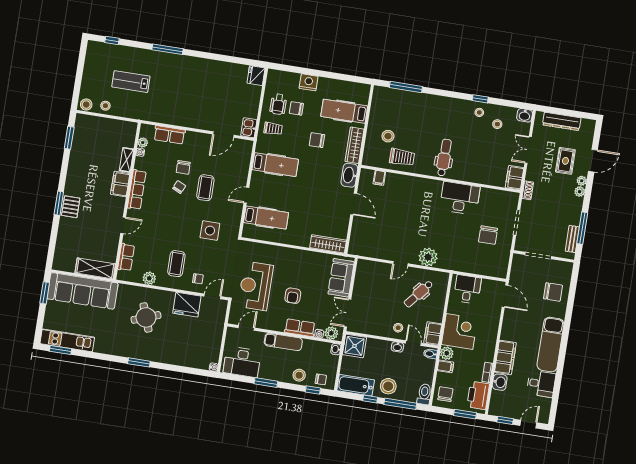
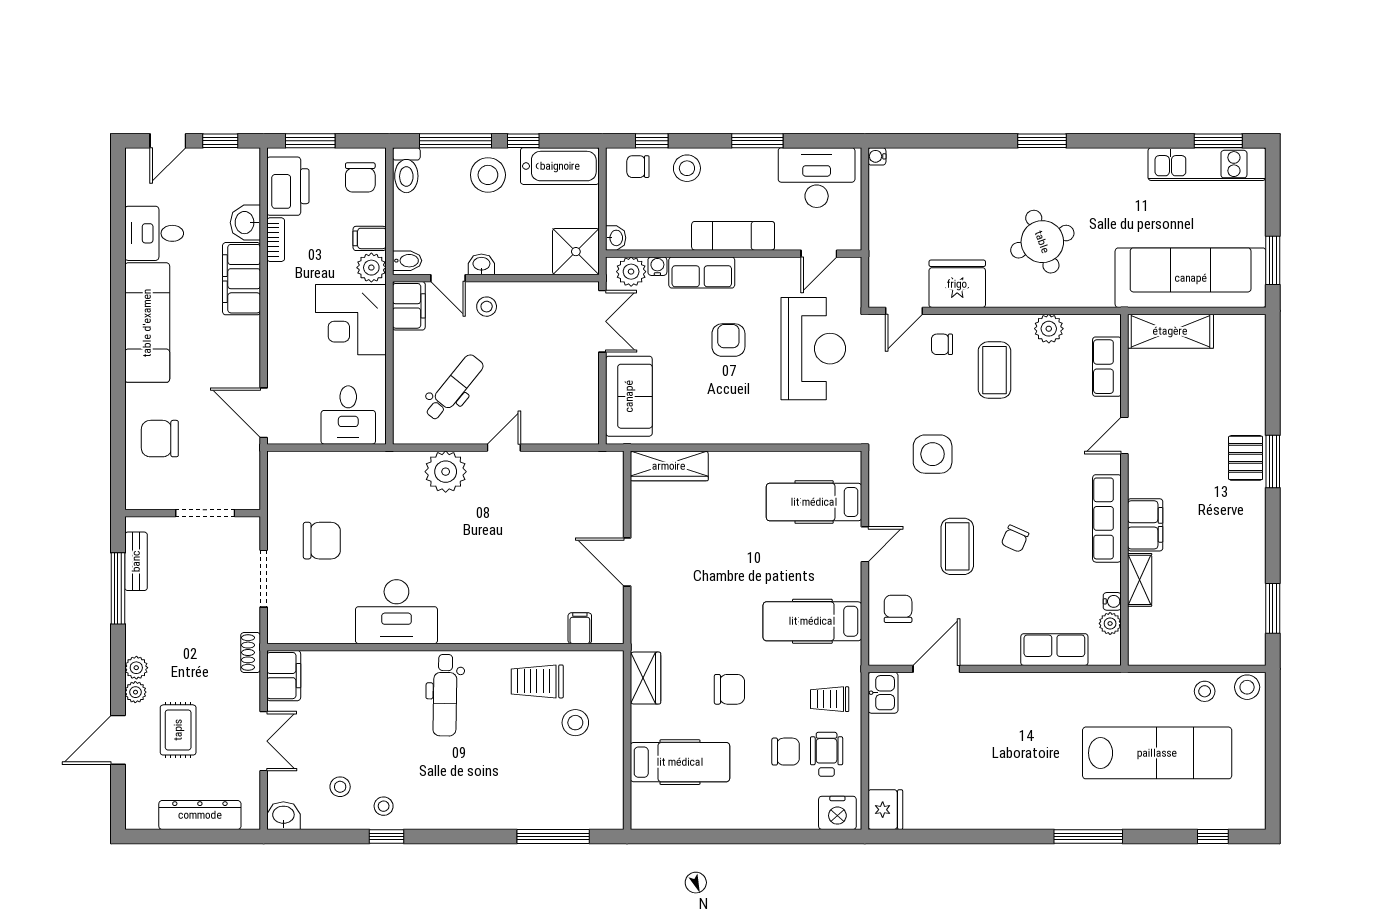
lab bench: (131, 82) -> (1157, 753), width x1.86, depth x1.39
nightstand: (309, 82) -> (837, 813), moved
wardrobe: (355, 145) -> (645, 678), width x0.67
chair: (183, 167) -> (898, 609), moved
washbasin: (349, 175) -> (646, 624), removed
chair: (488, 235) -> (322, 541), turned 90

